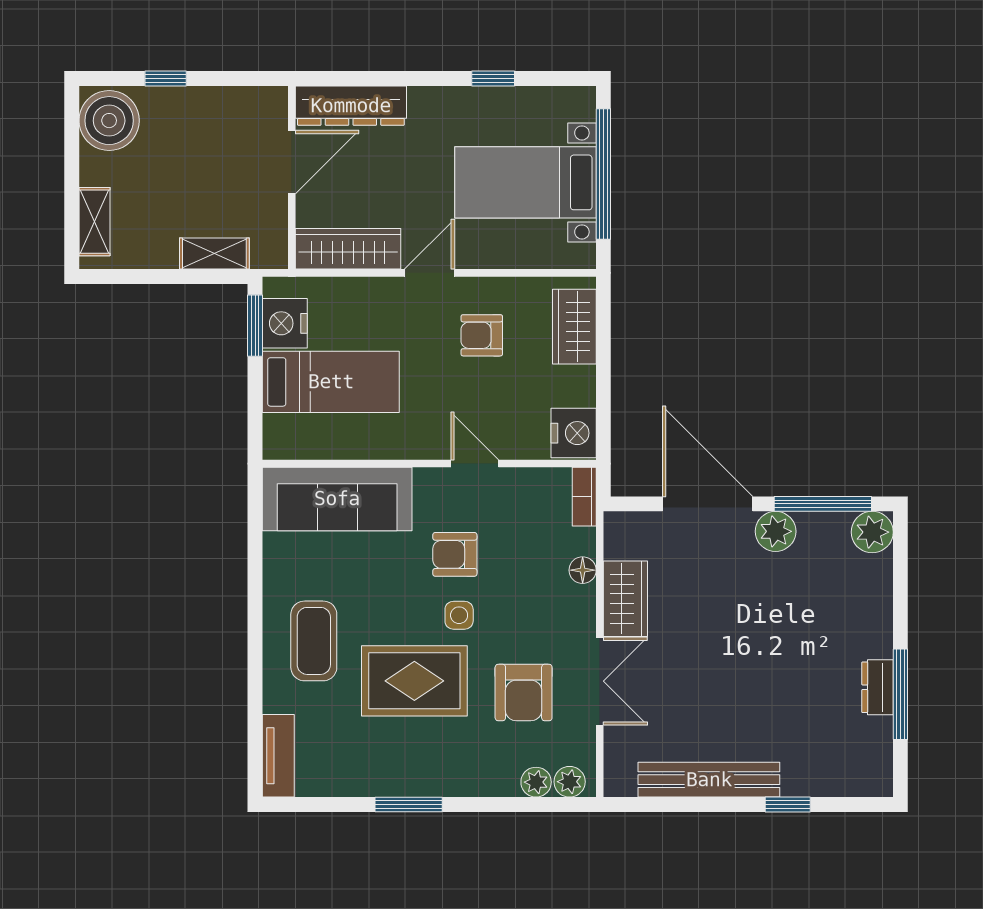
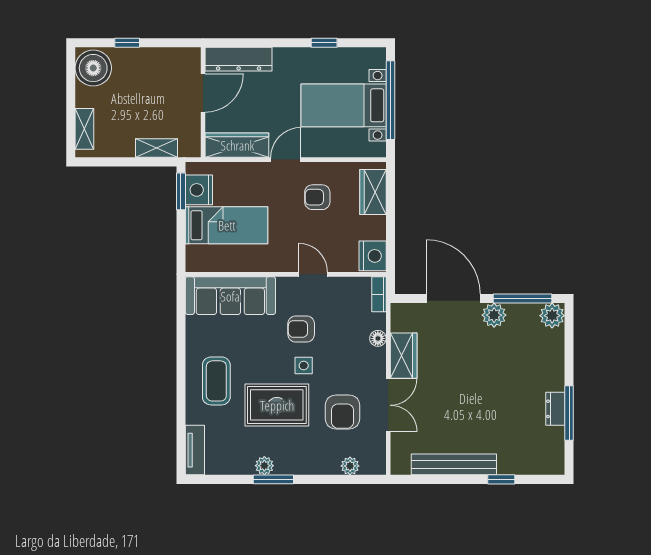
plant: (570, 782) -> (264, 466), moved

